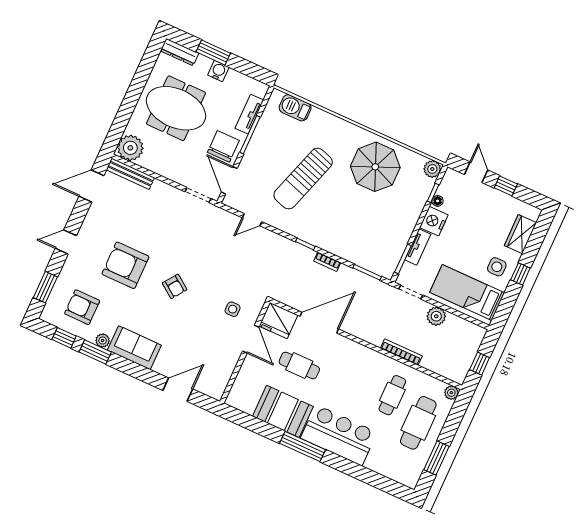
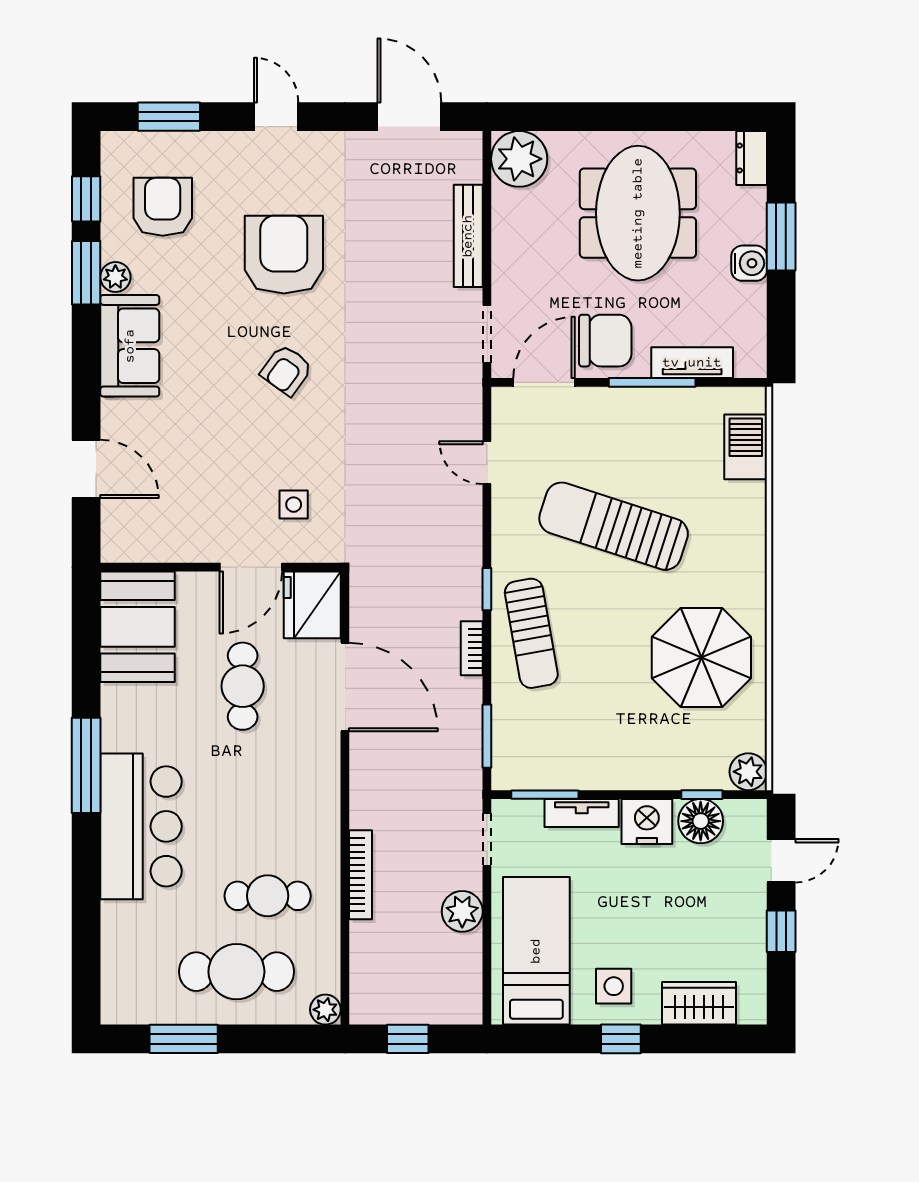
dresser: (180, 52) -> (752, 158), width x0.70
bench: (130, 174) -> (468, 236), moved
floor lamp: (438, 201) -> (701, 821), width x1.89, depth x1.89
sun lounger: (332, 234) -> (531, 633), added
booth: (283, 411) -> (138, 627), moved

